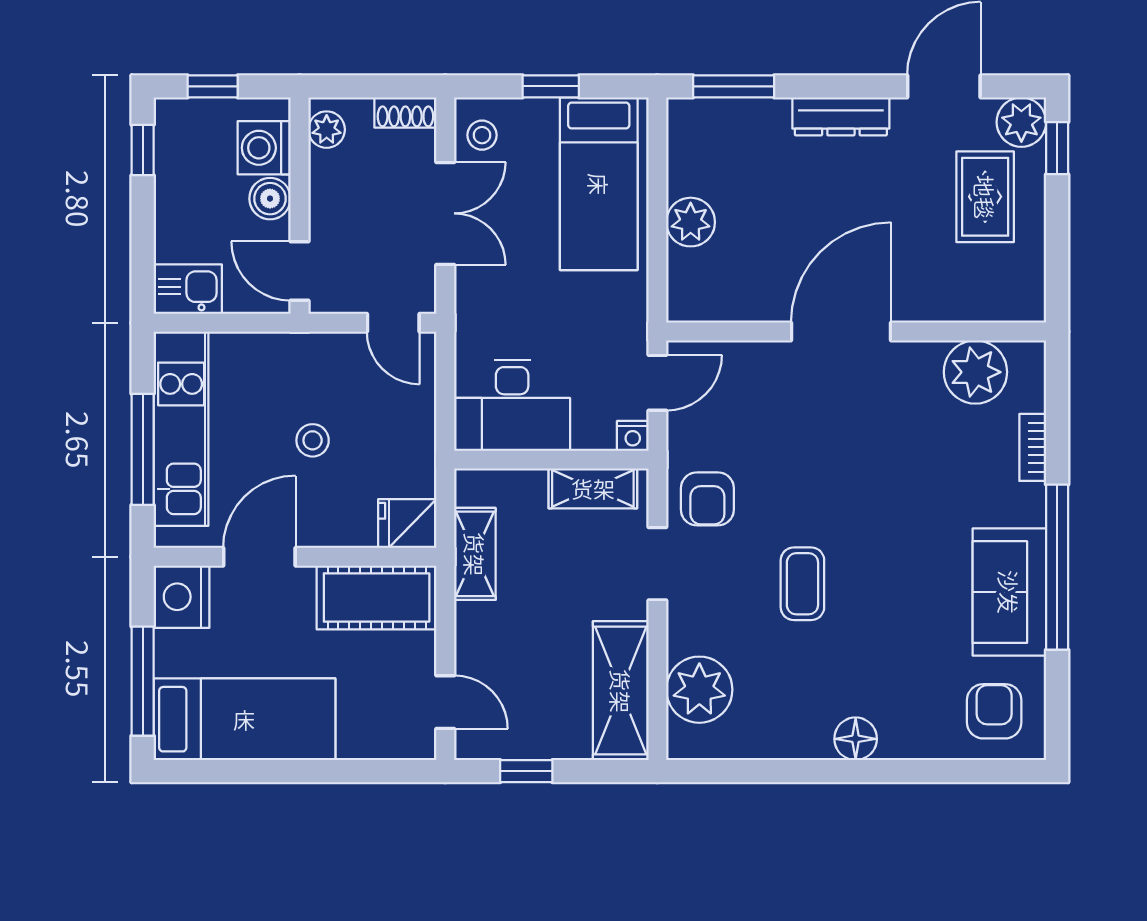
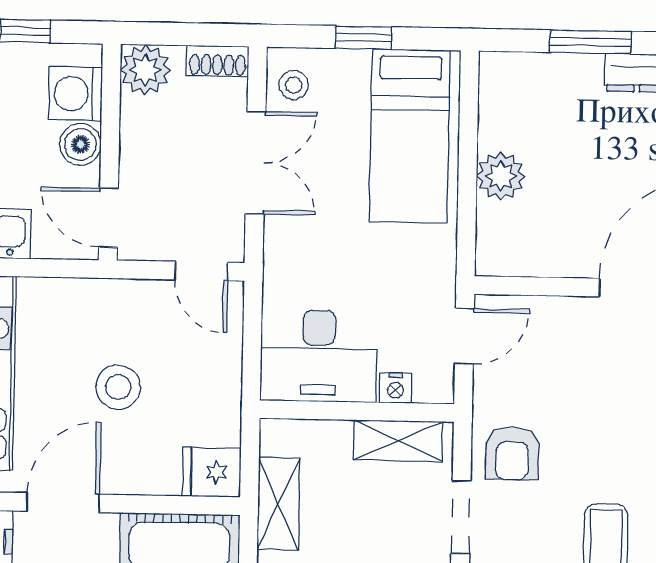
window: (734, 86) -> (591, 42), moved
plant: (327, 130) -> (145, 70), width x1.38, depth x1.38
nightstand: (633, 436) -> (395, 388), moved
stool: (313, 440) -> (118, 387), width x1.37, depth x1.37

